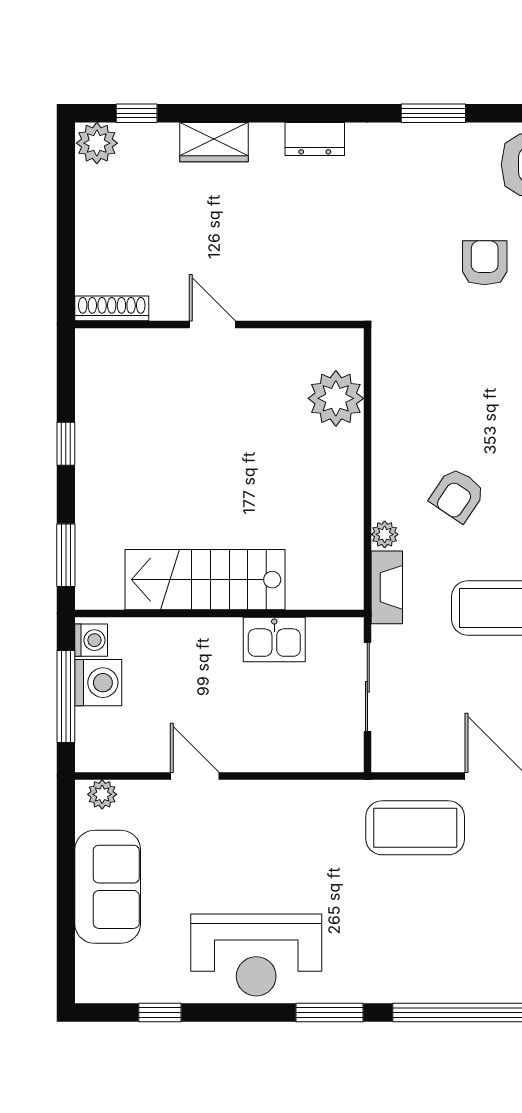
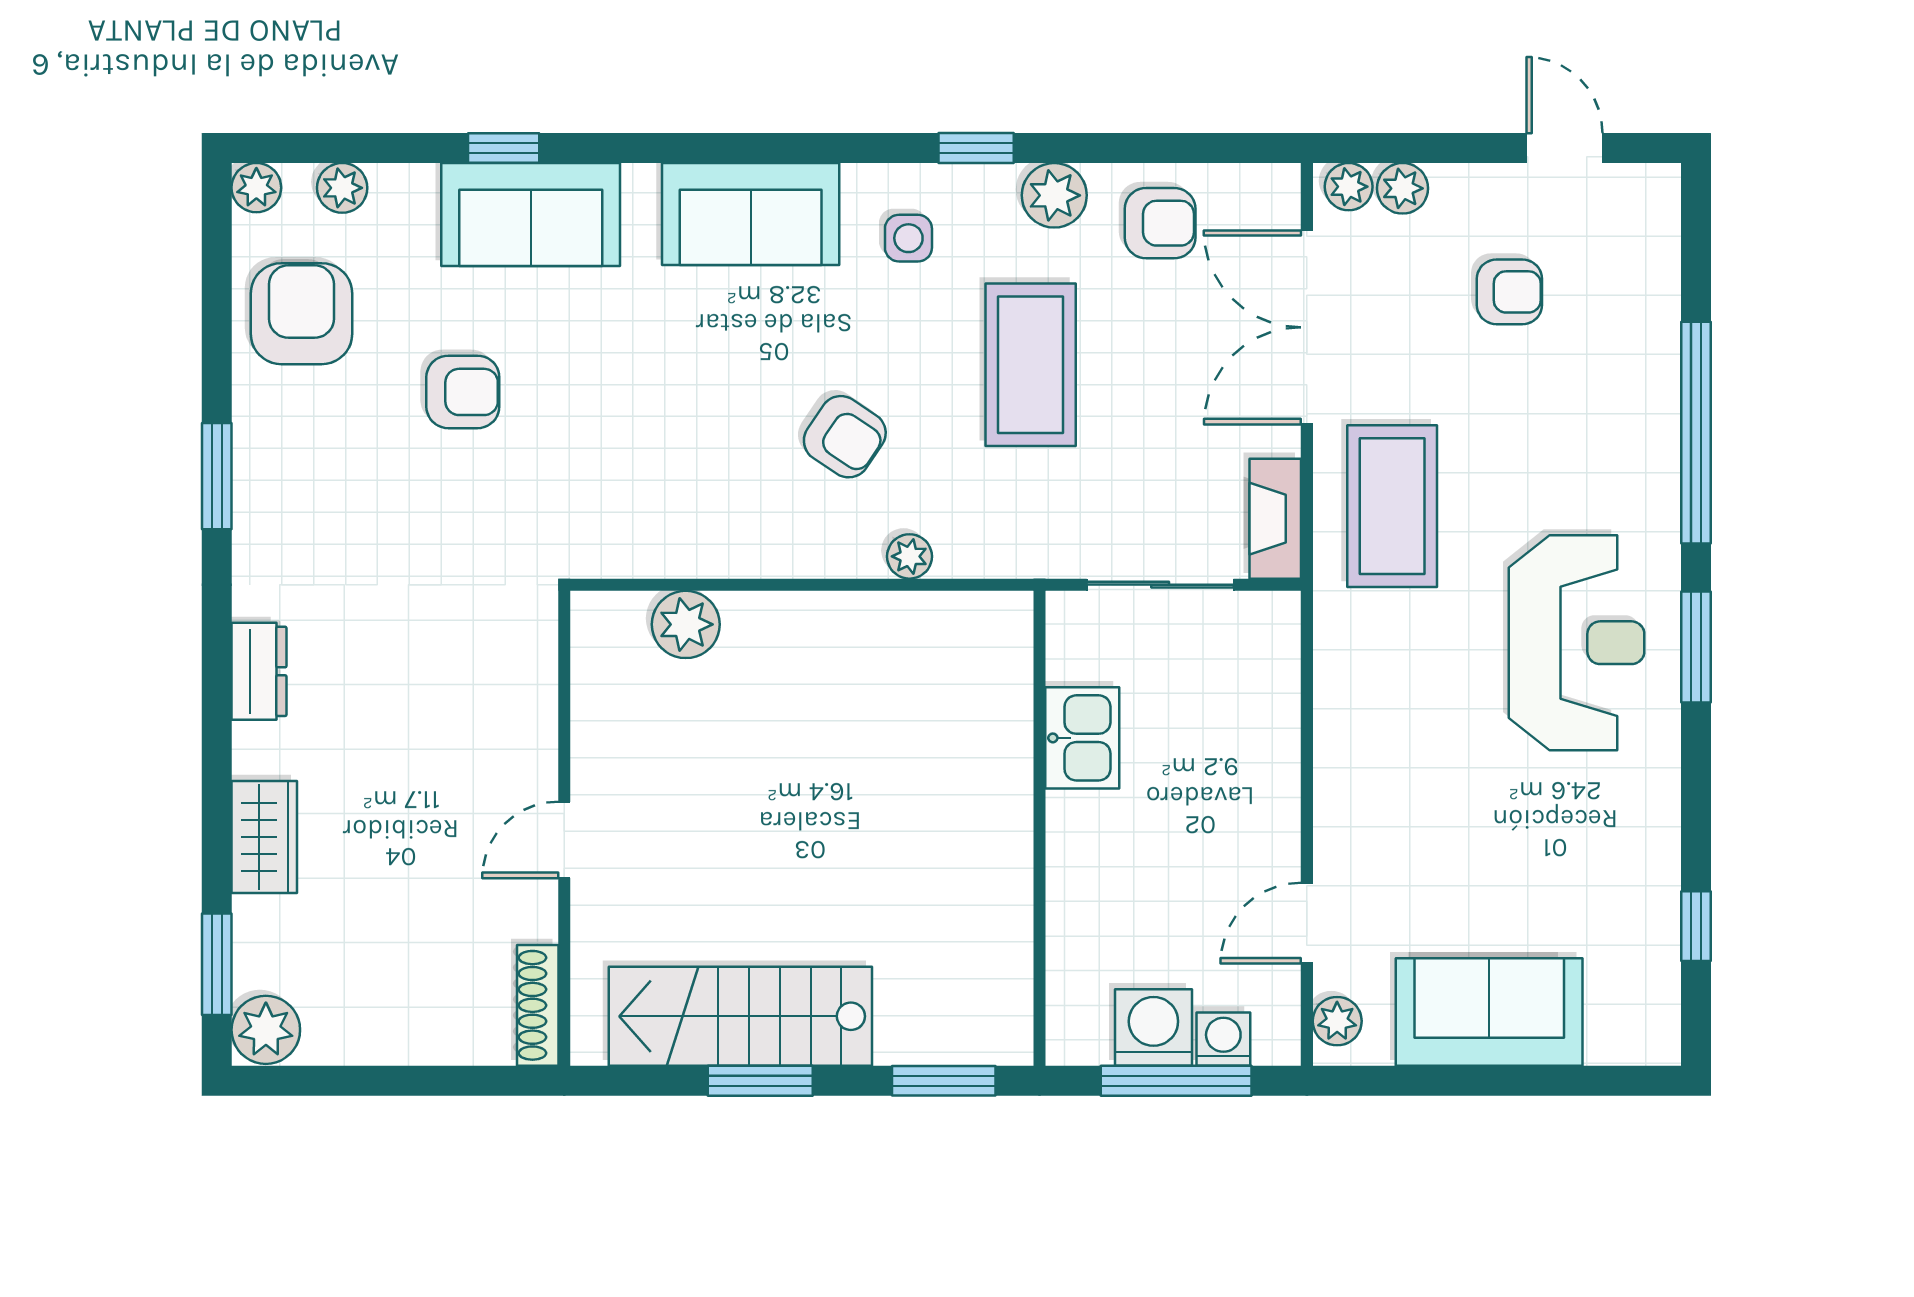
window: (137, 113) -> (217, 964), width x1.50
armchair: (485, 263) -> (463, 392), turned 180
plant: (336, 398) -> (686, 624), width x0.73, depth x0.73
window: (66, 444) -> (760, 1081), width x1.50
stairs: (205, 580) -> (740, 1016), moved, turned 90
fireplace: (387, 587) -> (1275, 519), moved, turned -90
washing machine: (91, 640) -> (1223, 1039), moved
door: (195, 776) -> (1307, 923), moved
reception desk: (256, 955) -> (1577, 643), moved

